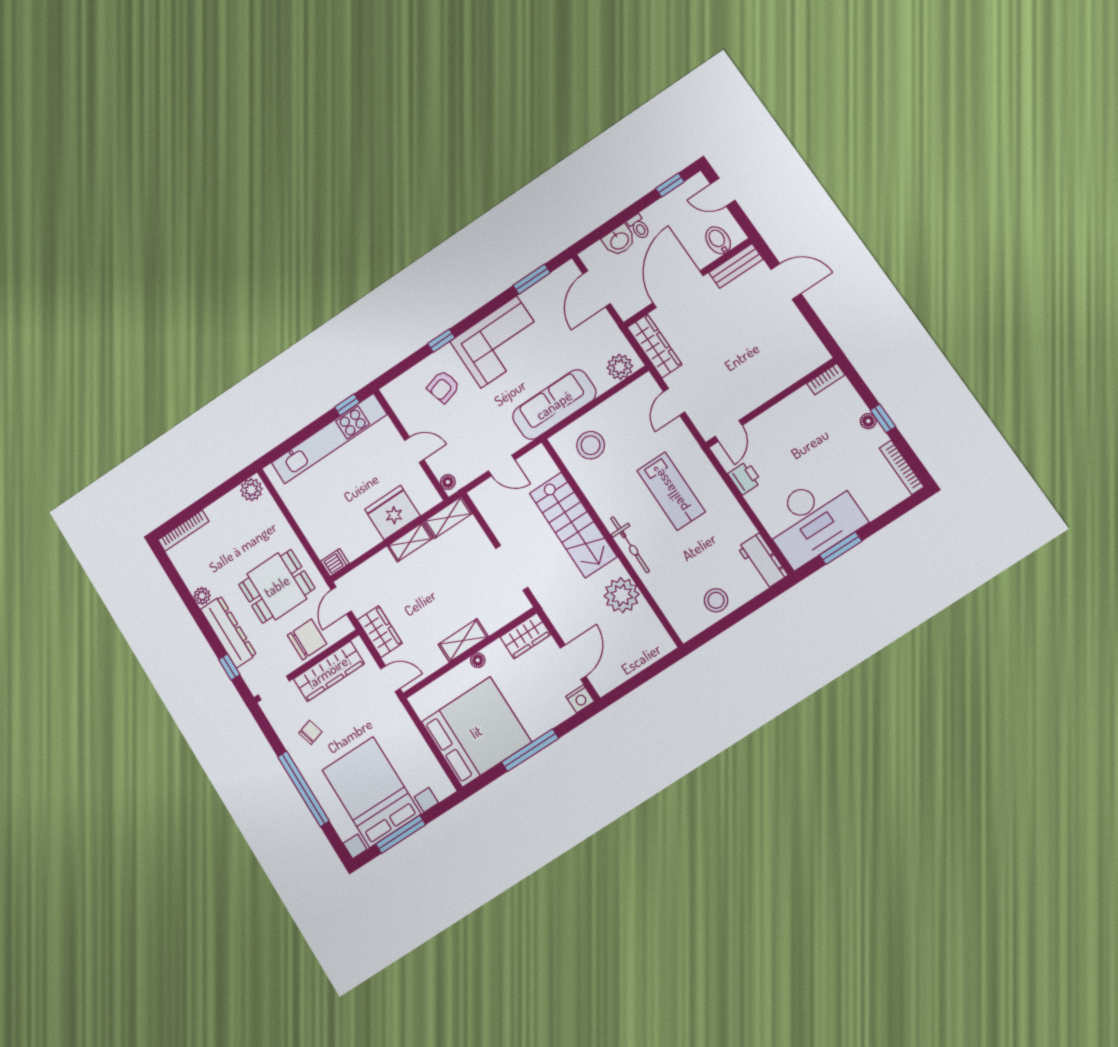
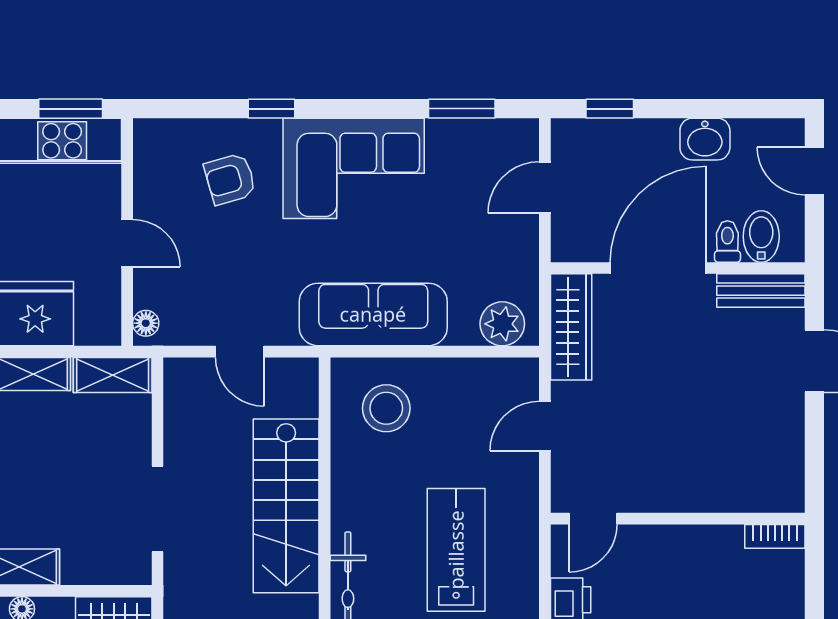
window: (670, 185) -> (610, 109), moved
toilet: (639, 227) -> (727, 241), moved, turned 180
washbasin: (619, 240) -> (705, 139), moved
door: (597, 289) -> (545, 187), width x0.73
window: (347, 405) -> (71, 109), width x1.50
lab bench: (671, 491) -> (456, 550), turned 180

